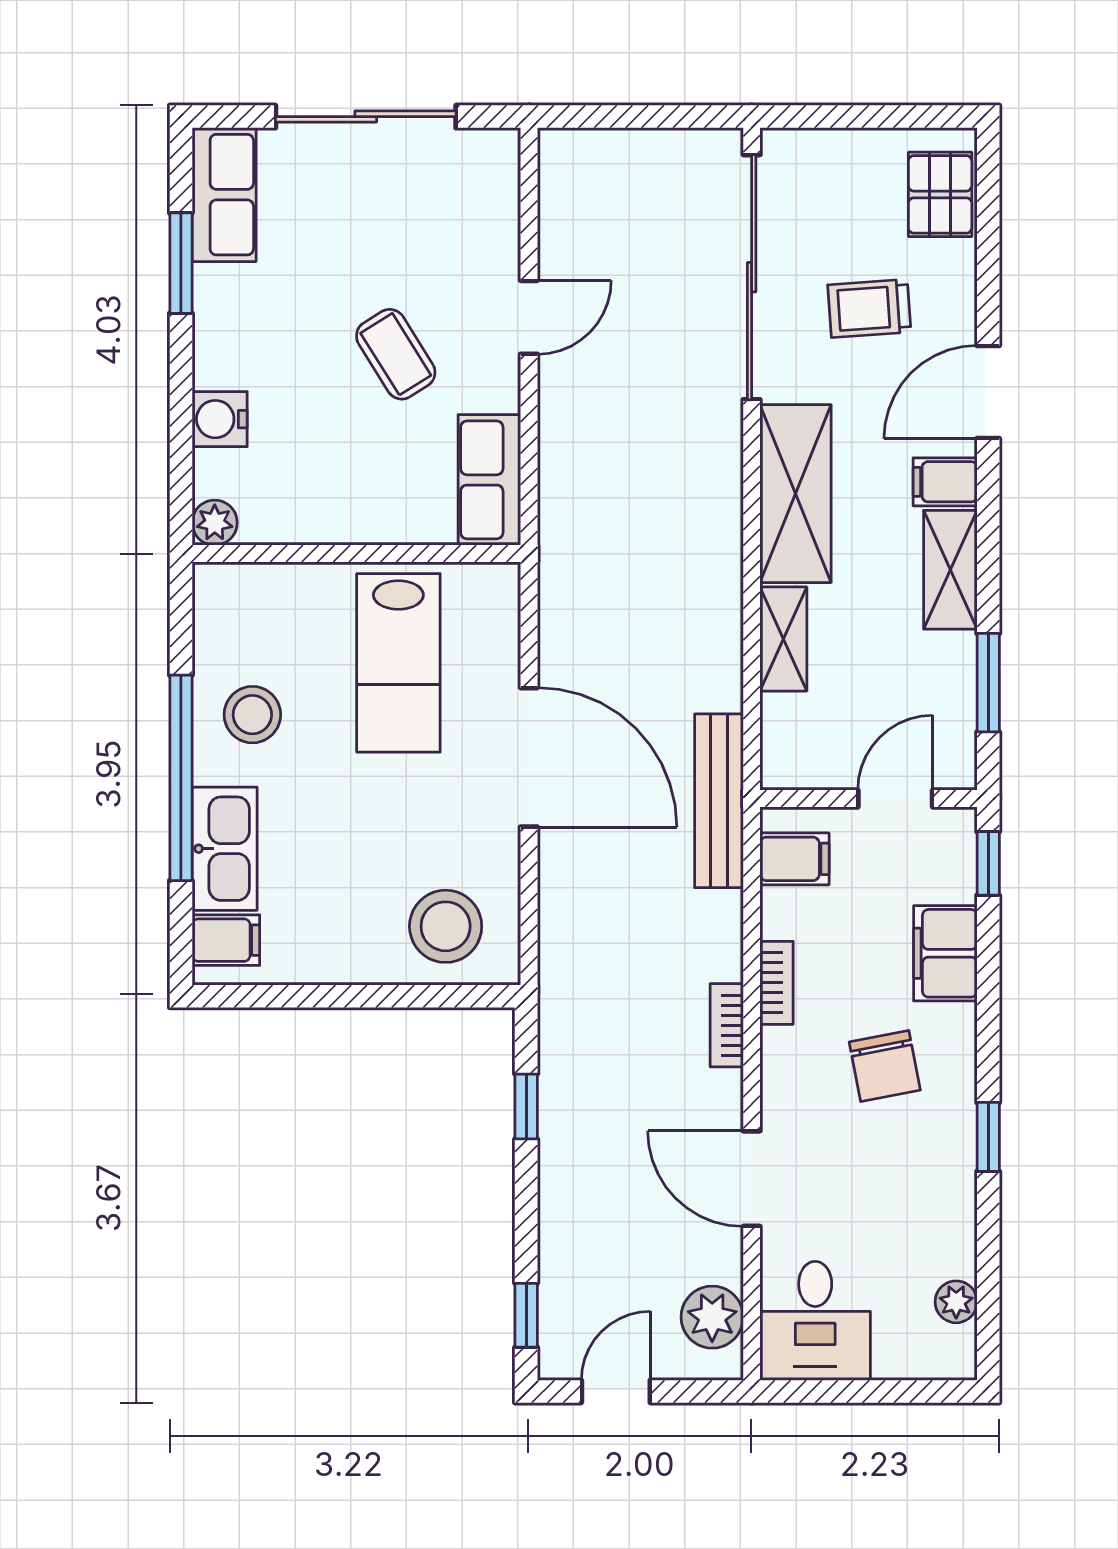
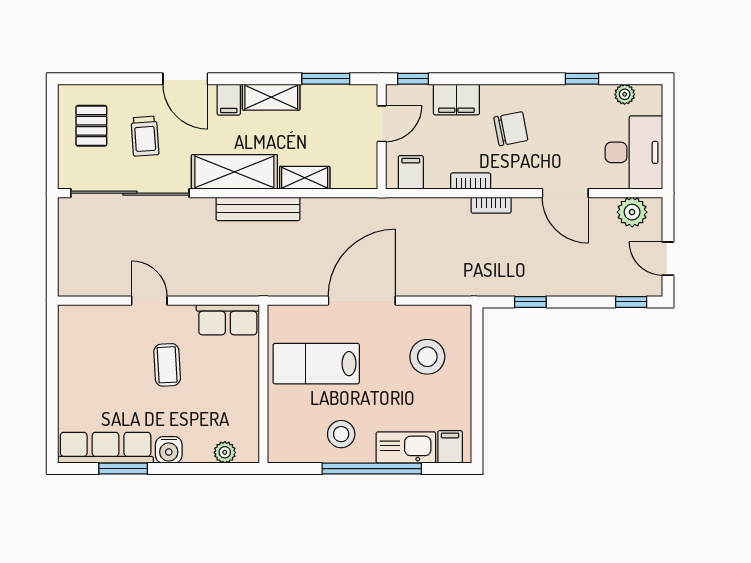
sliding door: (366, 117) -> (52, 379), removed
pallet: (940, 194) -> (91, 126), moved, turned 90
row of seats: (224, 195) -> (106, 448), width x1.48
coffee table: (396, 354) -> (167, 365), turned -61
water cooler: (220, 419) -> (169, 450), moved
plant: (215, 523) -> (225, 452), moved
lab bench: (398, 663) -> (316, 364), turned 180
door: (895, 799) -> (382, 124), swing flipped
bench: (719, 801) -> (258, 209), moved
stool: (446, 926) -> (427, 357), moved
window: (988, 1137) -> (582, 79), moved
door: (752, 1179) -> (565, 193), hinge flipped
desk: (815, 1321) -> (634, 152), width x1.37

